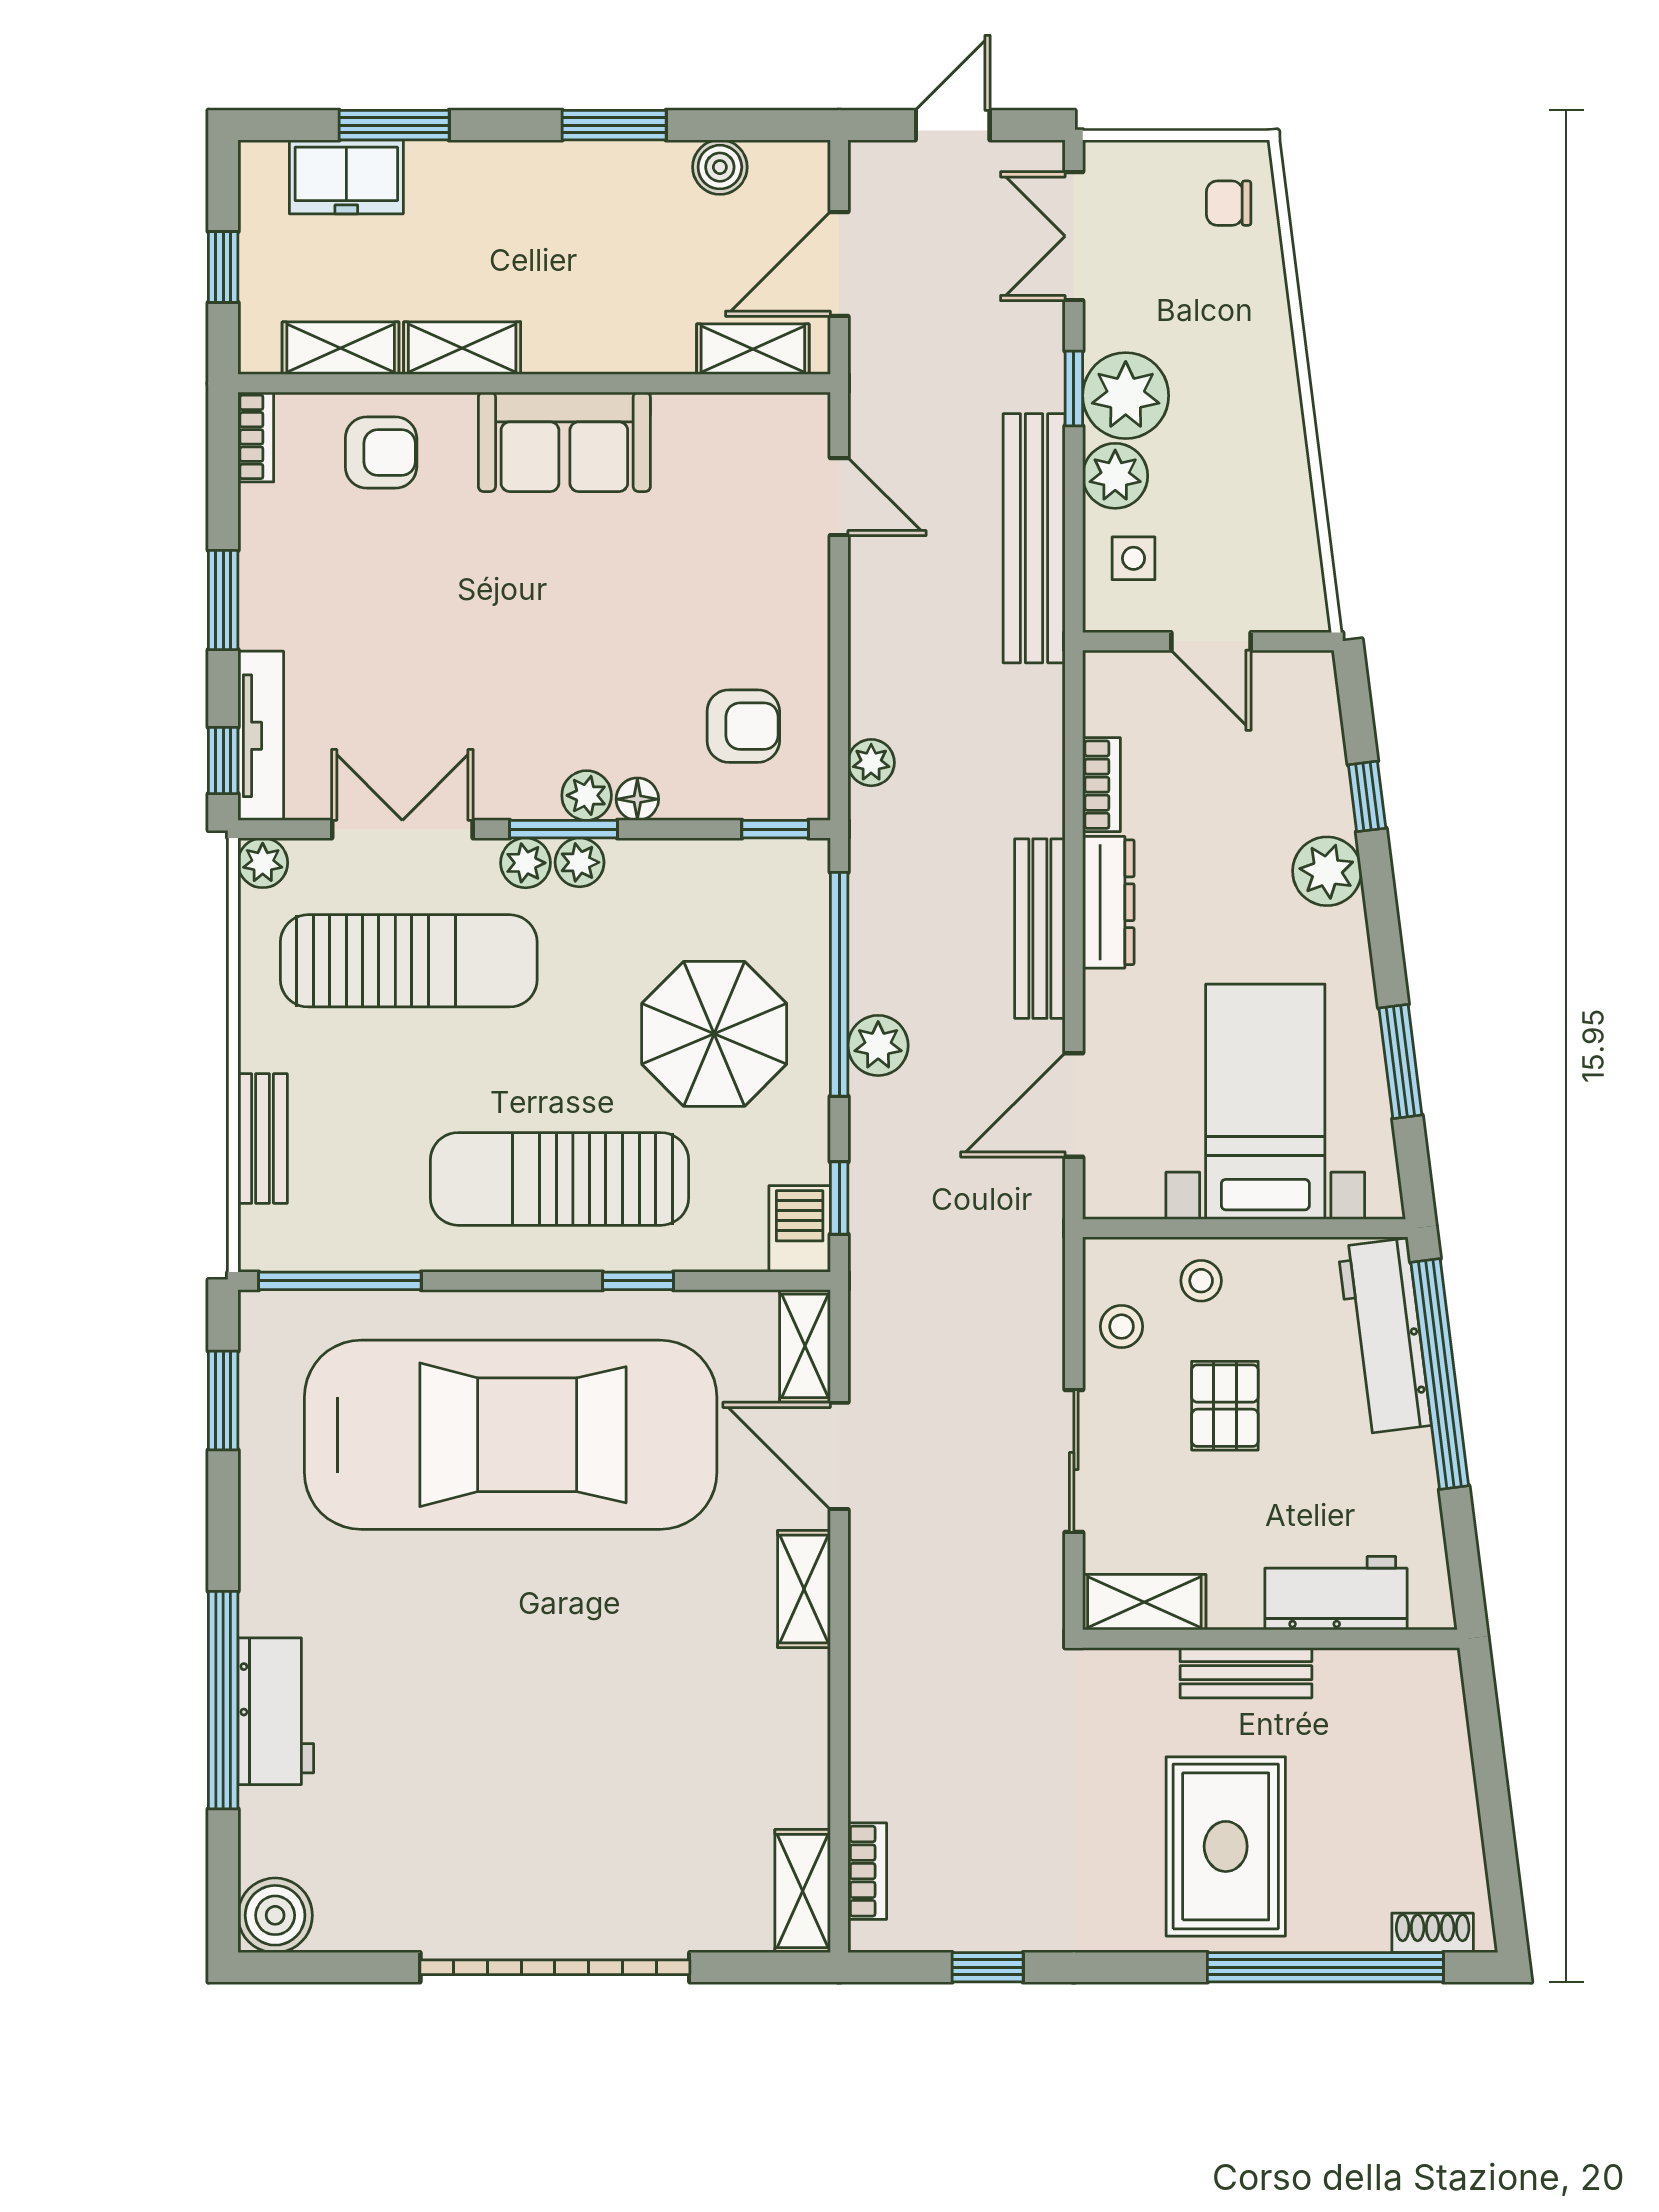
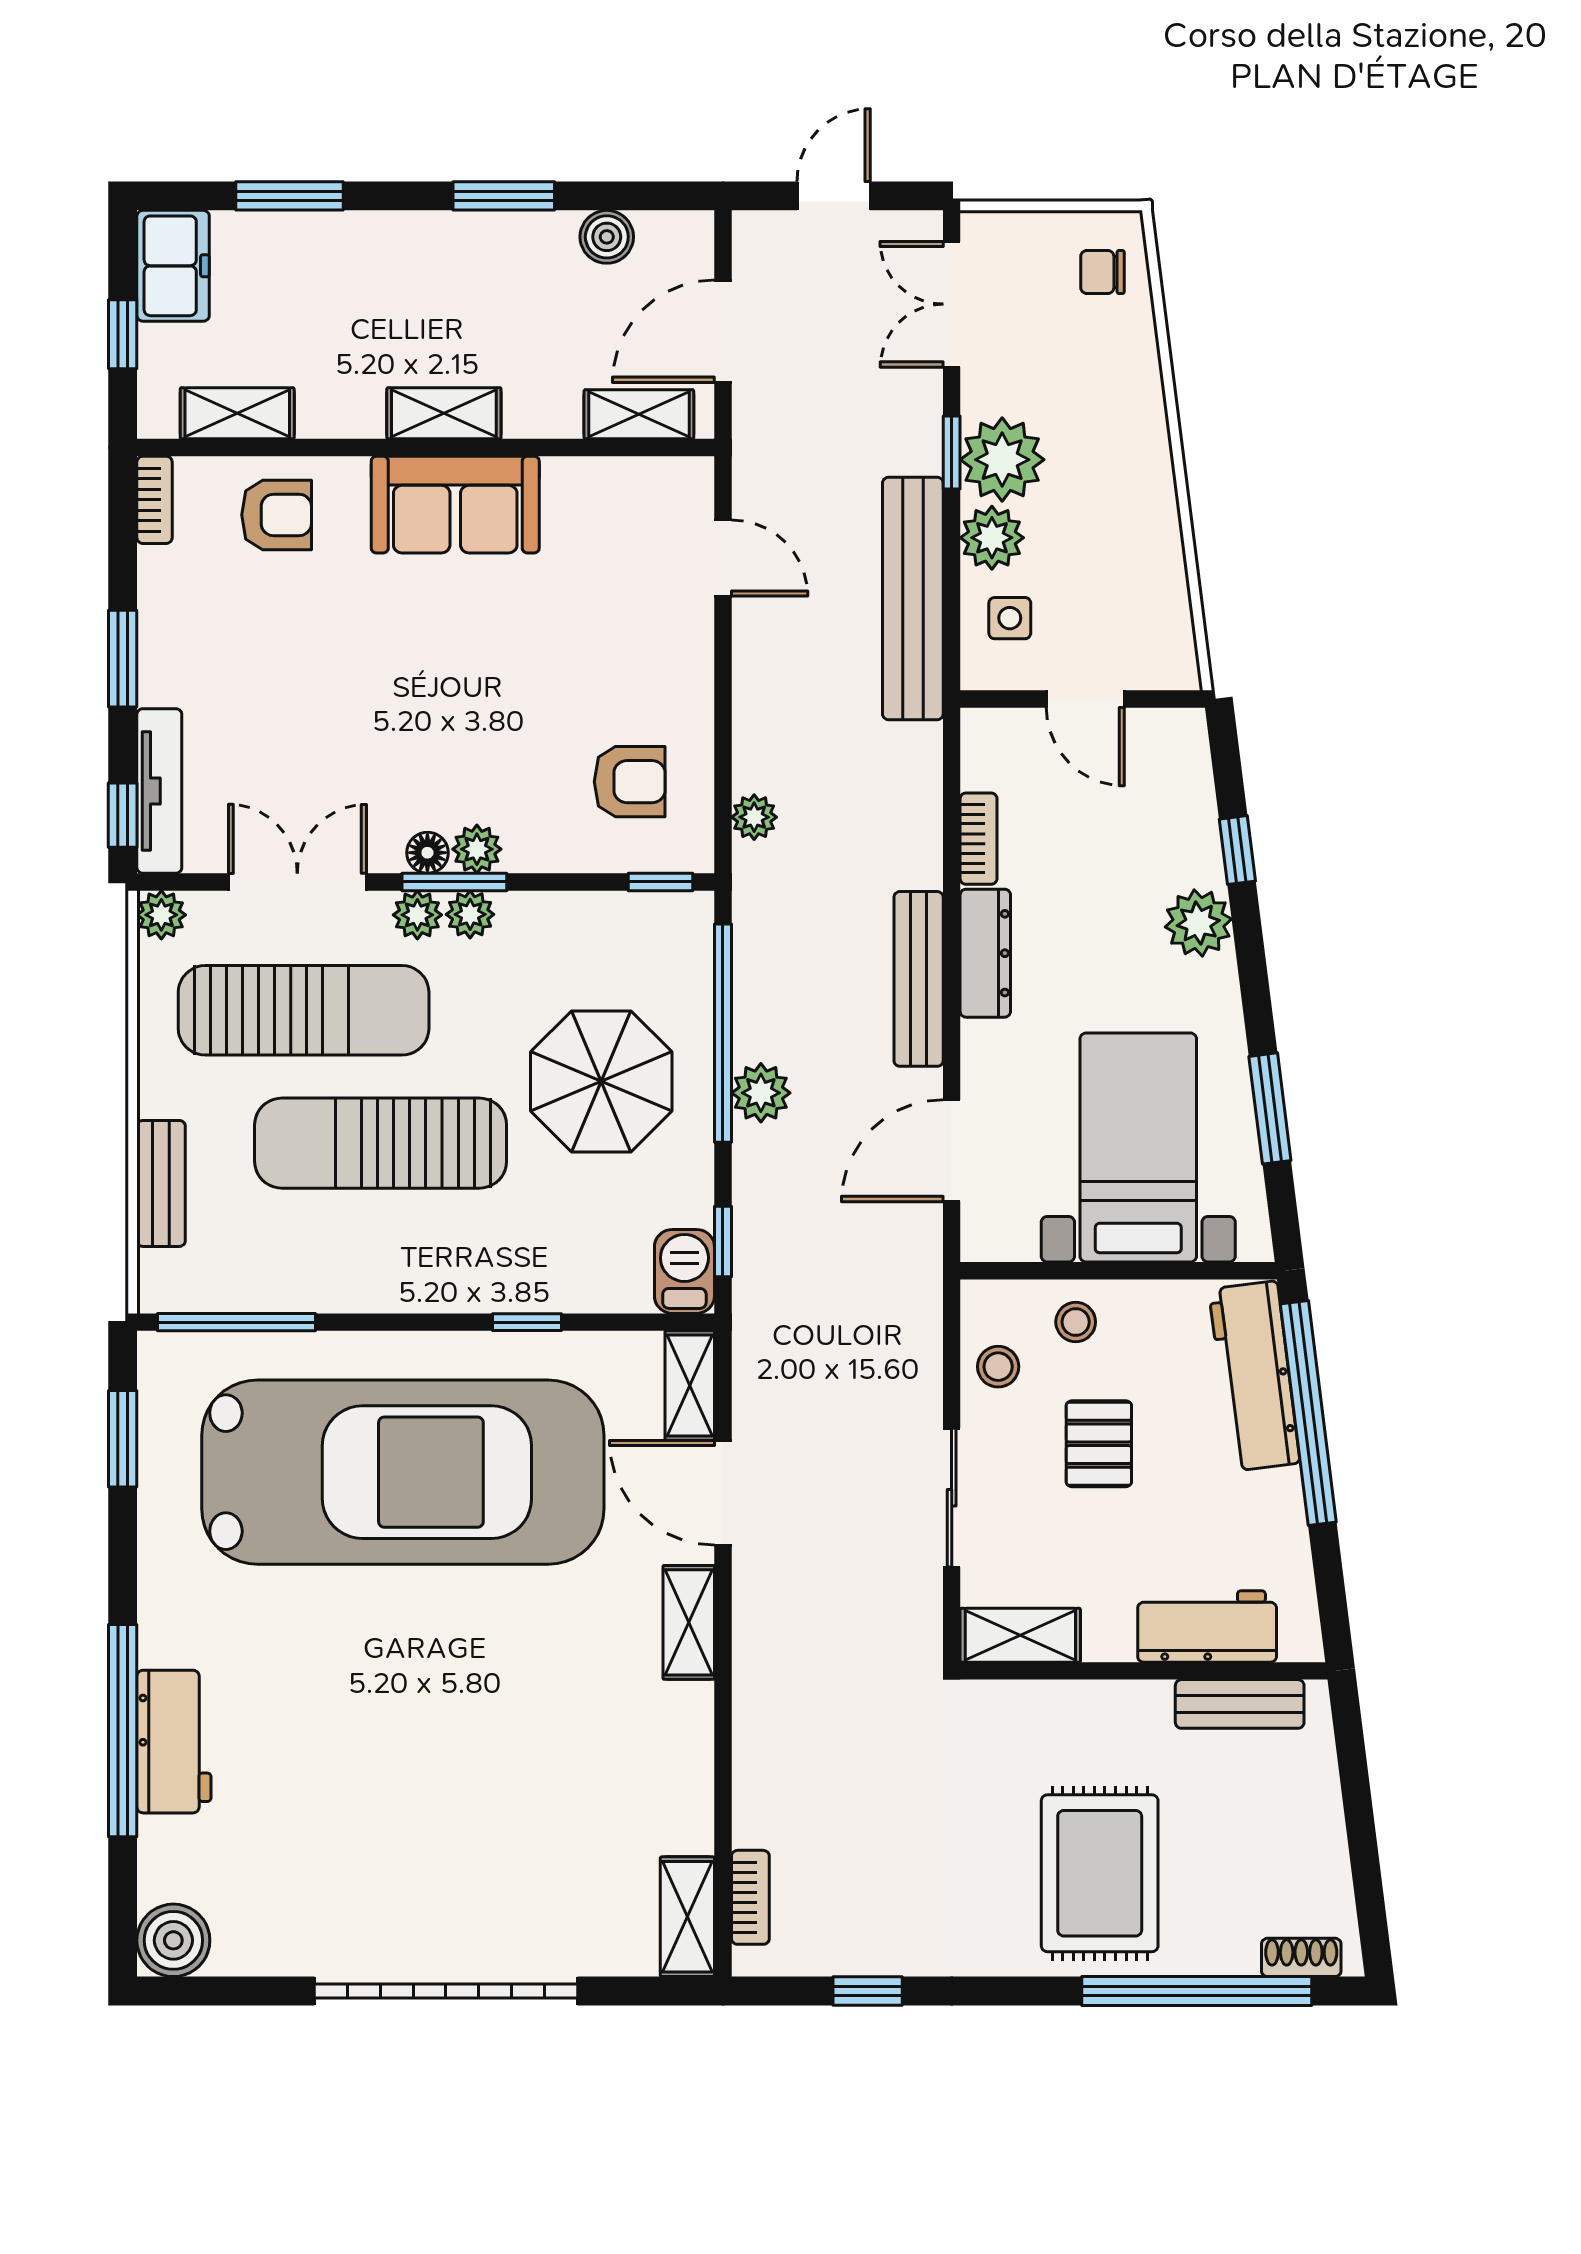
freezer: (346, 177) -> (173, 266), moved, turned -90
shelving: (462, 348) -> (444, 413), moved
floor lamp: (637, 799) -> (427, 853), moved
sun lounger: (559, 1179) -> (381, 1143), moved
bench: (1246, 1673) -> (1240, 1704), moved

